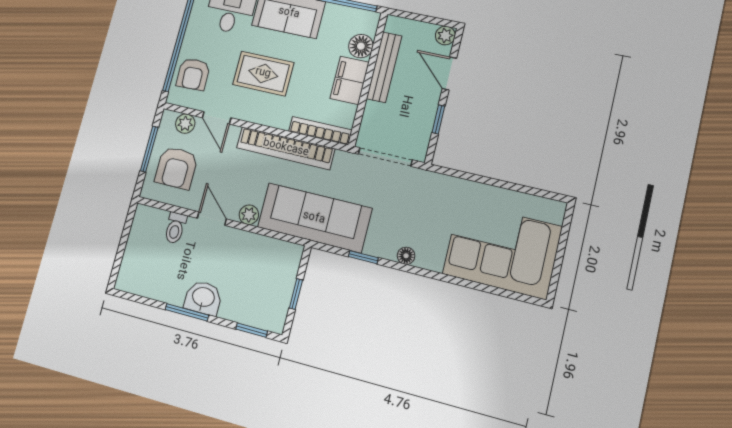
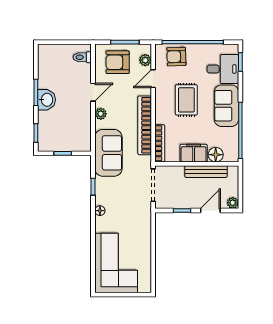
sofa: (314, 218) -> (108, 153), width x0.73
toilet: (175, 228) -> (82, 57), moved

